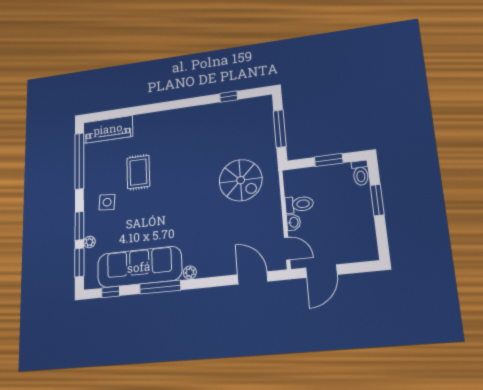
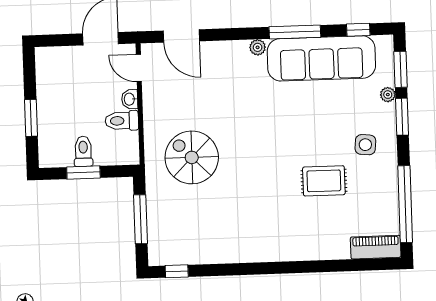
window: (229, 97) -> (177, 271), moved
piano: (108, 129) -> (376, 247), width x0.73, depth x0.75
rug: (138, 172) -> (324, 181), turned 90
toilet: (360, 173) -> (83, 151), moved

